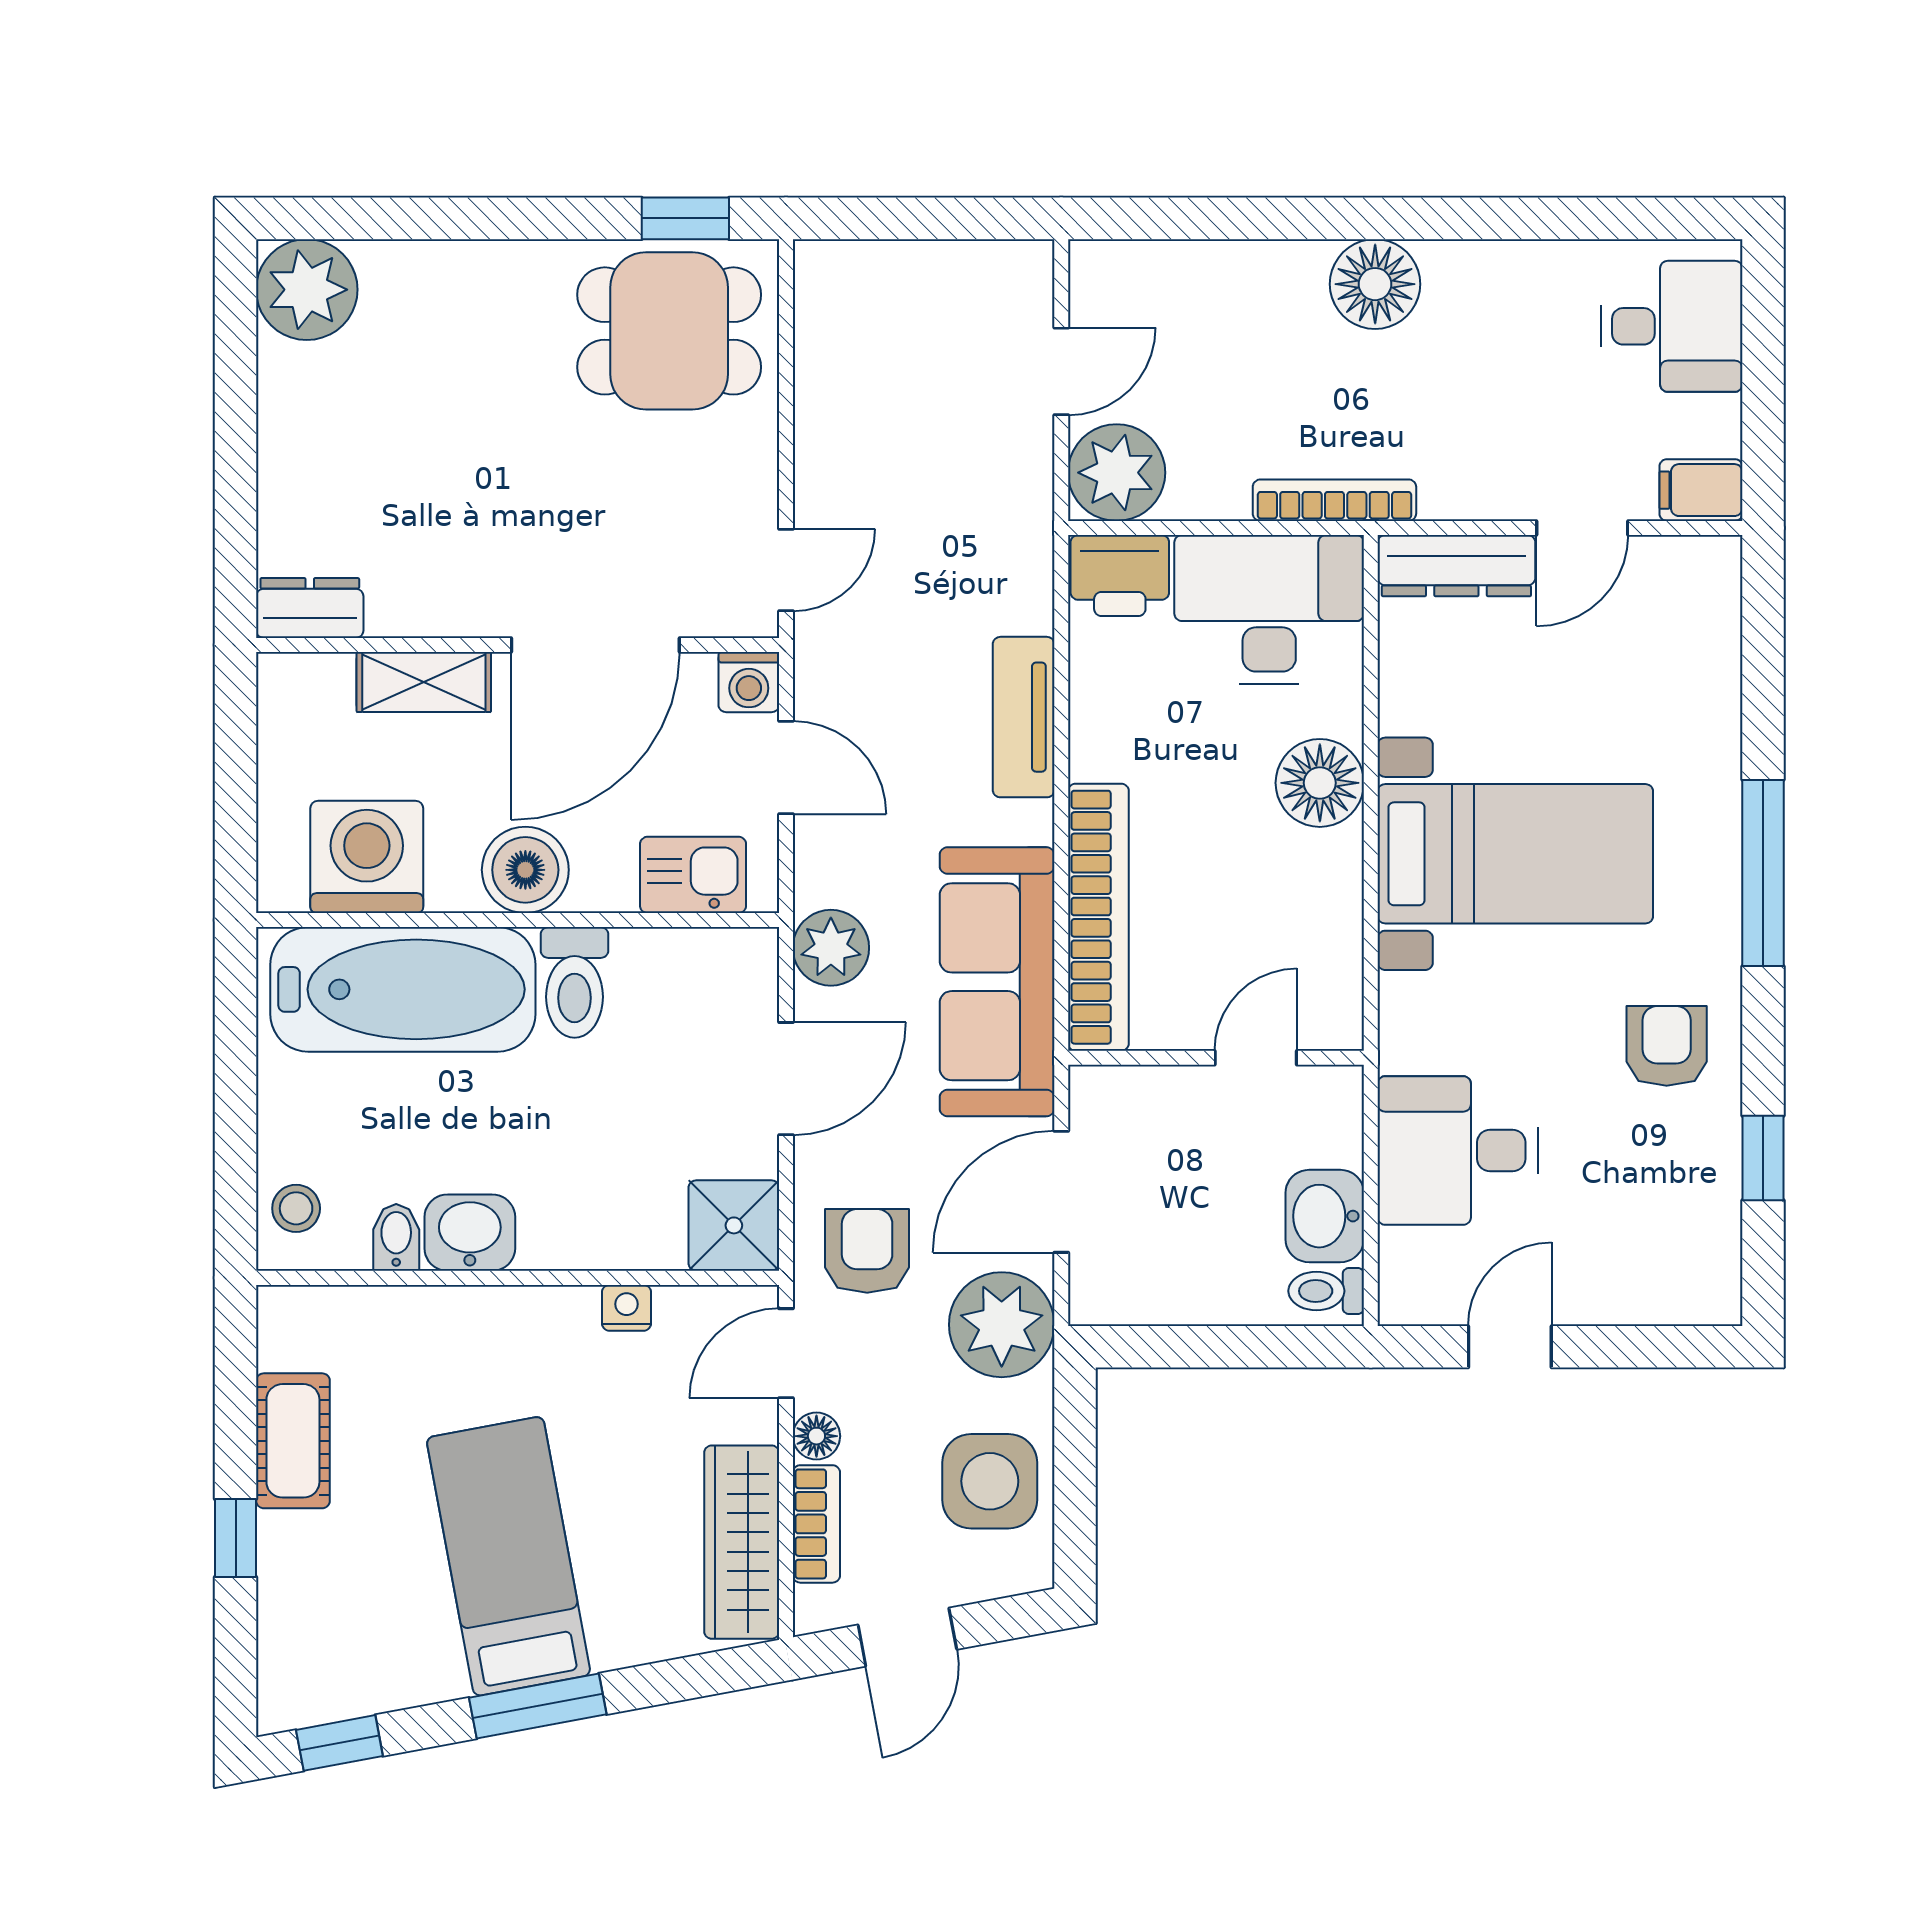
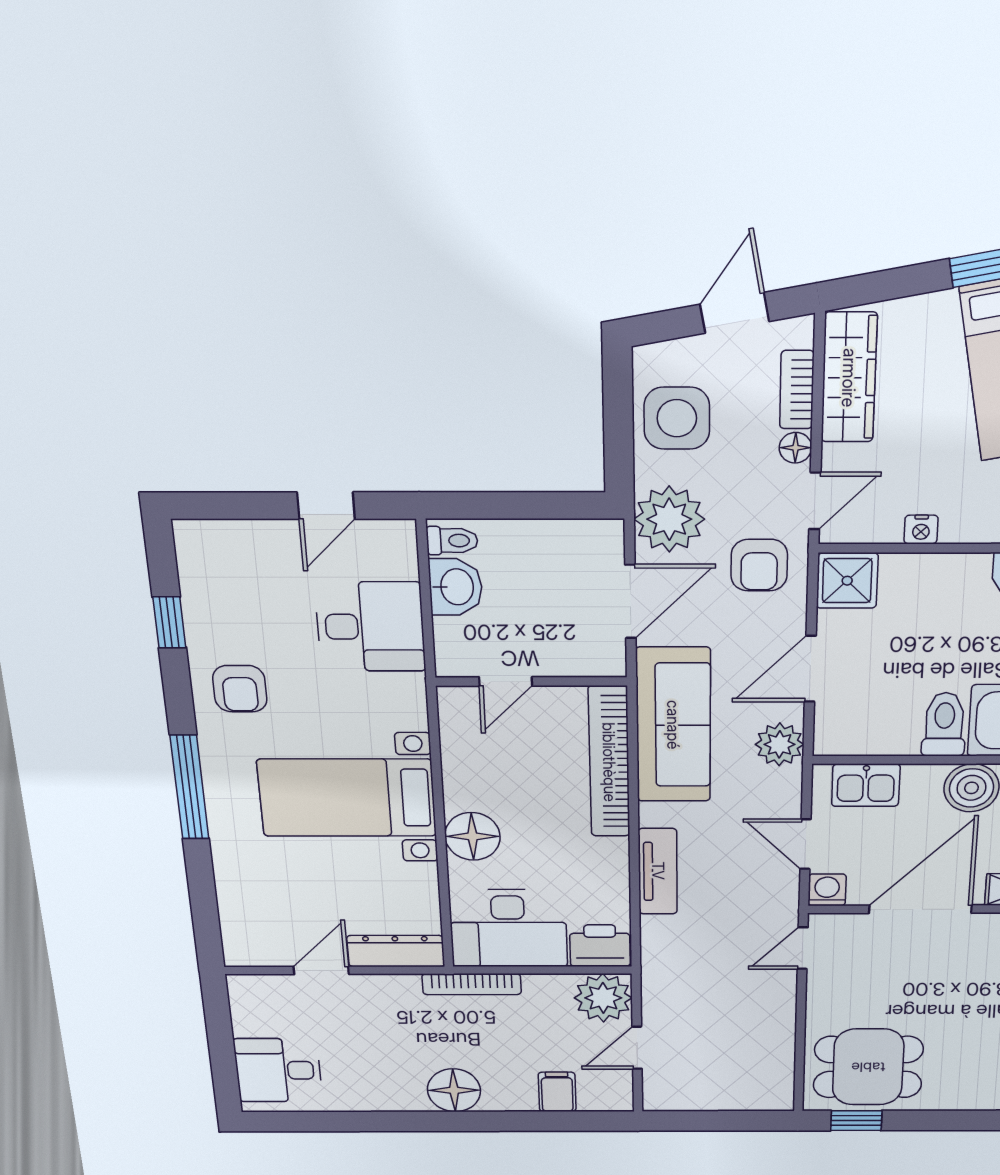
filing cabinet: (1701, 490) -> (557, 1092), moved, turned -90

